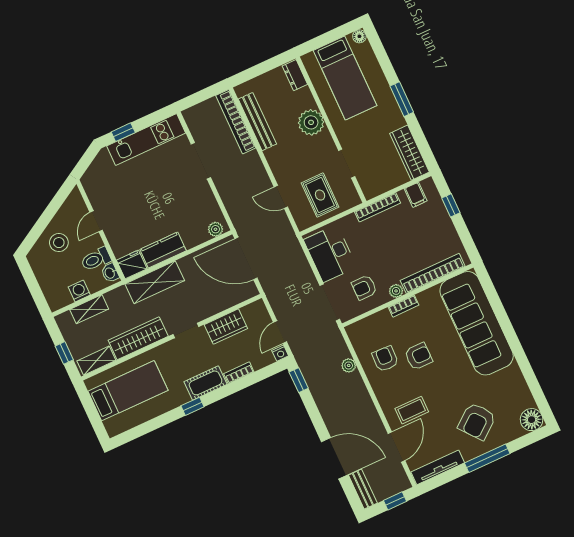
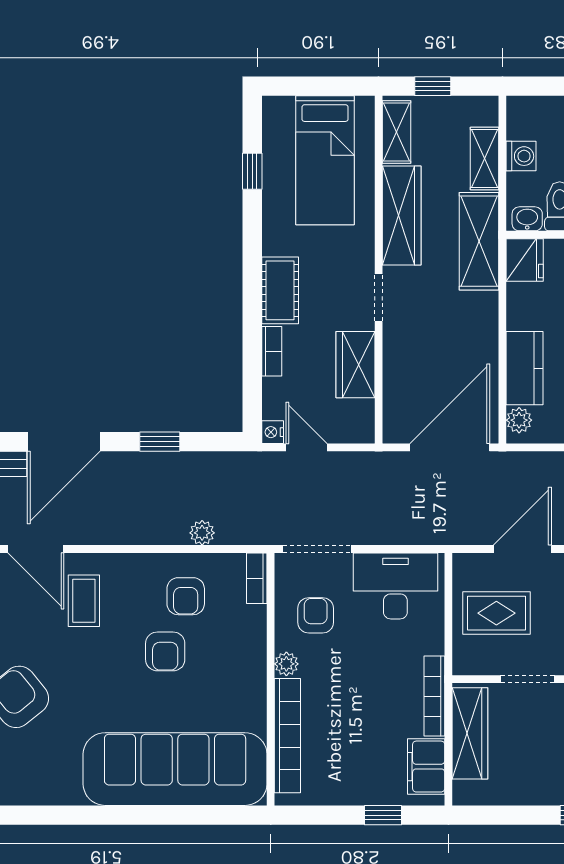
wardrobe: (409, 153) -> (470, 733), moved, turned 90
filing cabinet: (416, 195) -> (426, 767), width x2.00
door: (281, 197) -> (522, 549), width x1.38
kitchen counter: (163, 250) -> (525, 368), moved
shelving: (155, 282) -> (479, 241), moved
bookcase: (403, 306) -> (257, 578), moved
armchair: (385, 359) -> (186, 596), turned 88
window: (299, 380) -> (160, 442), moved
window: (192, 406) -> (252, 171), moved

